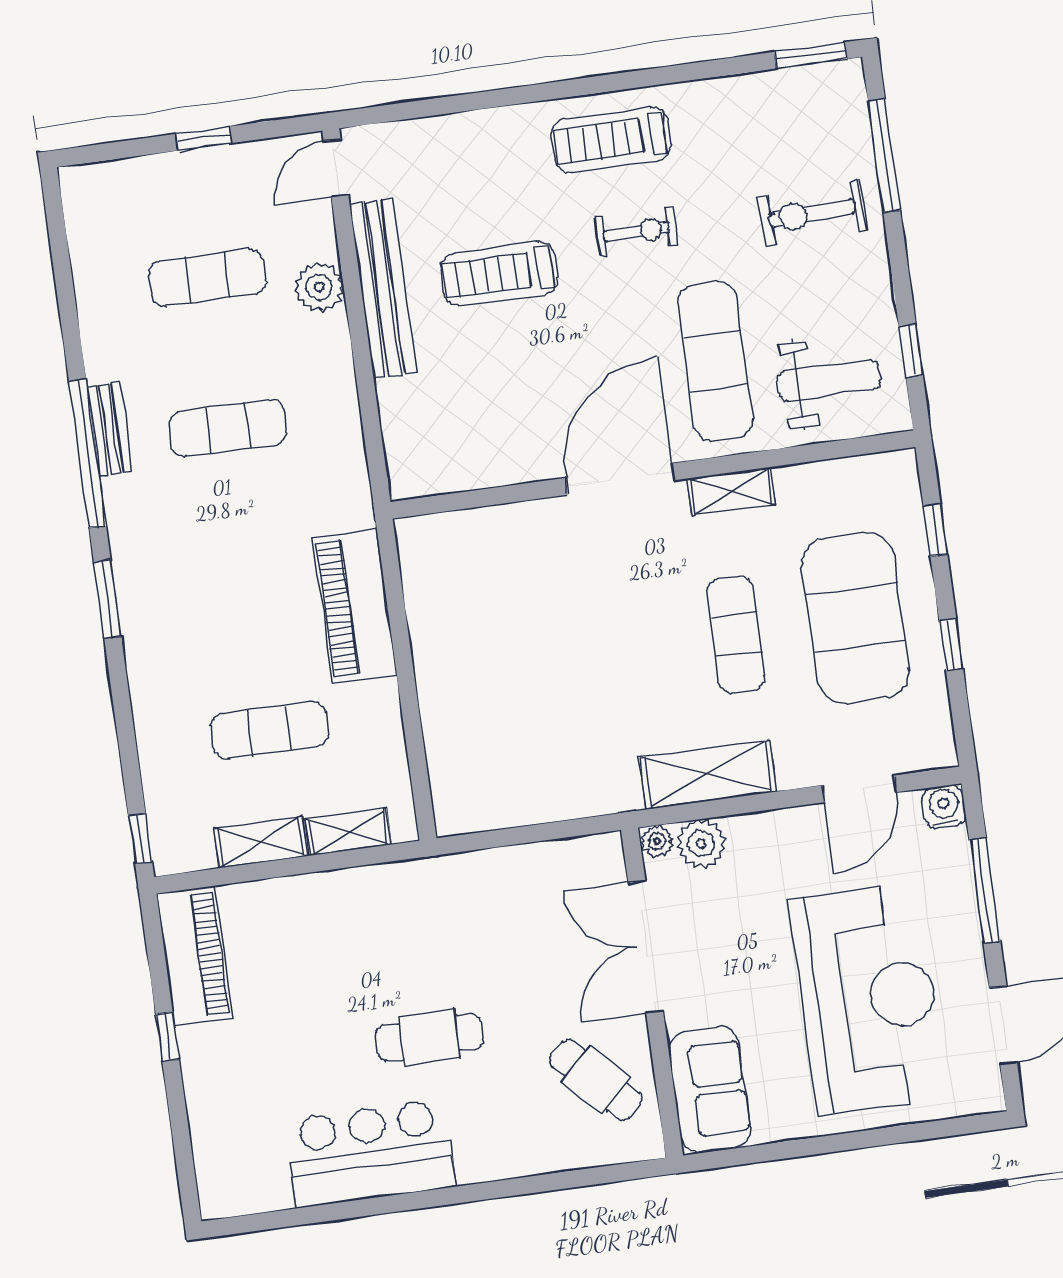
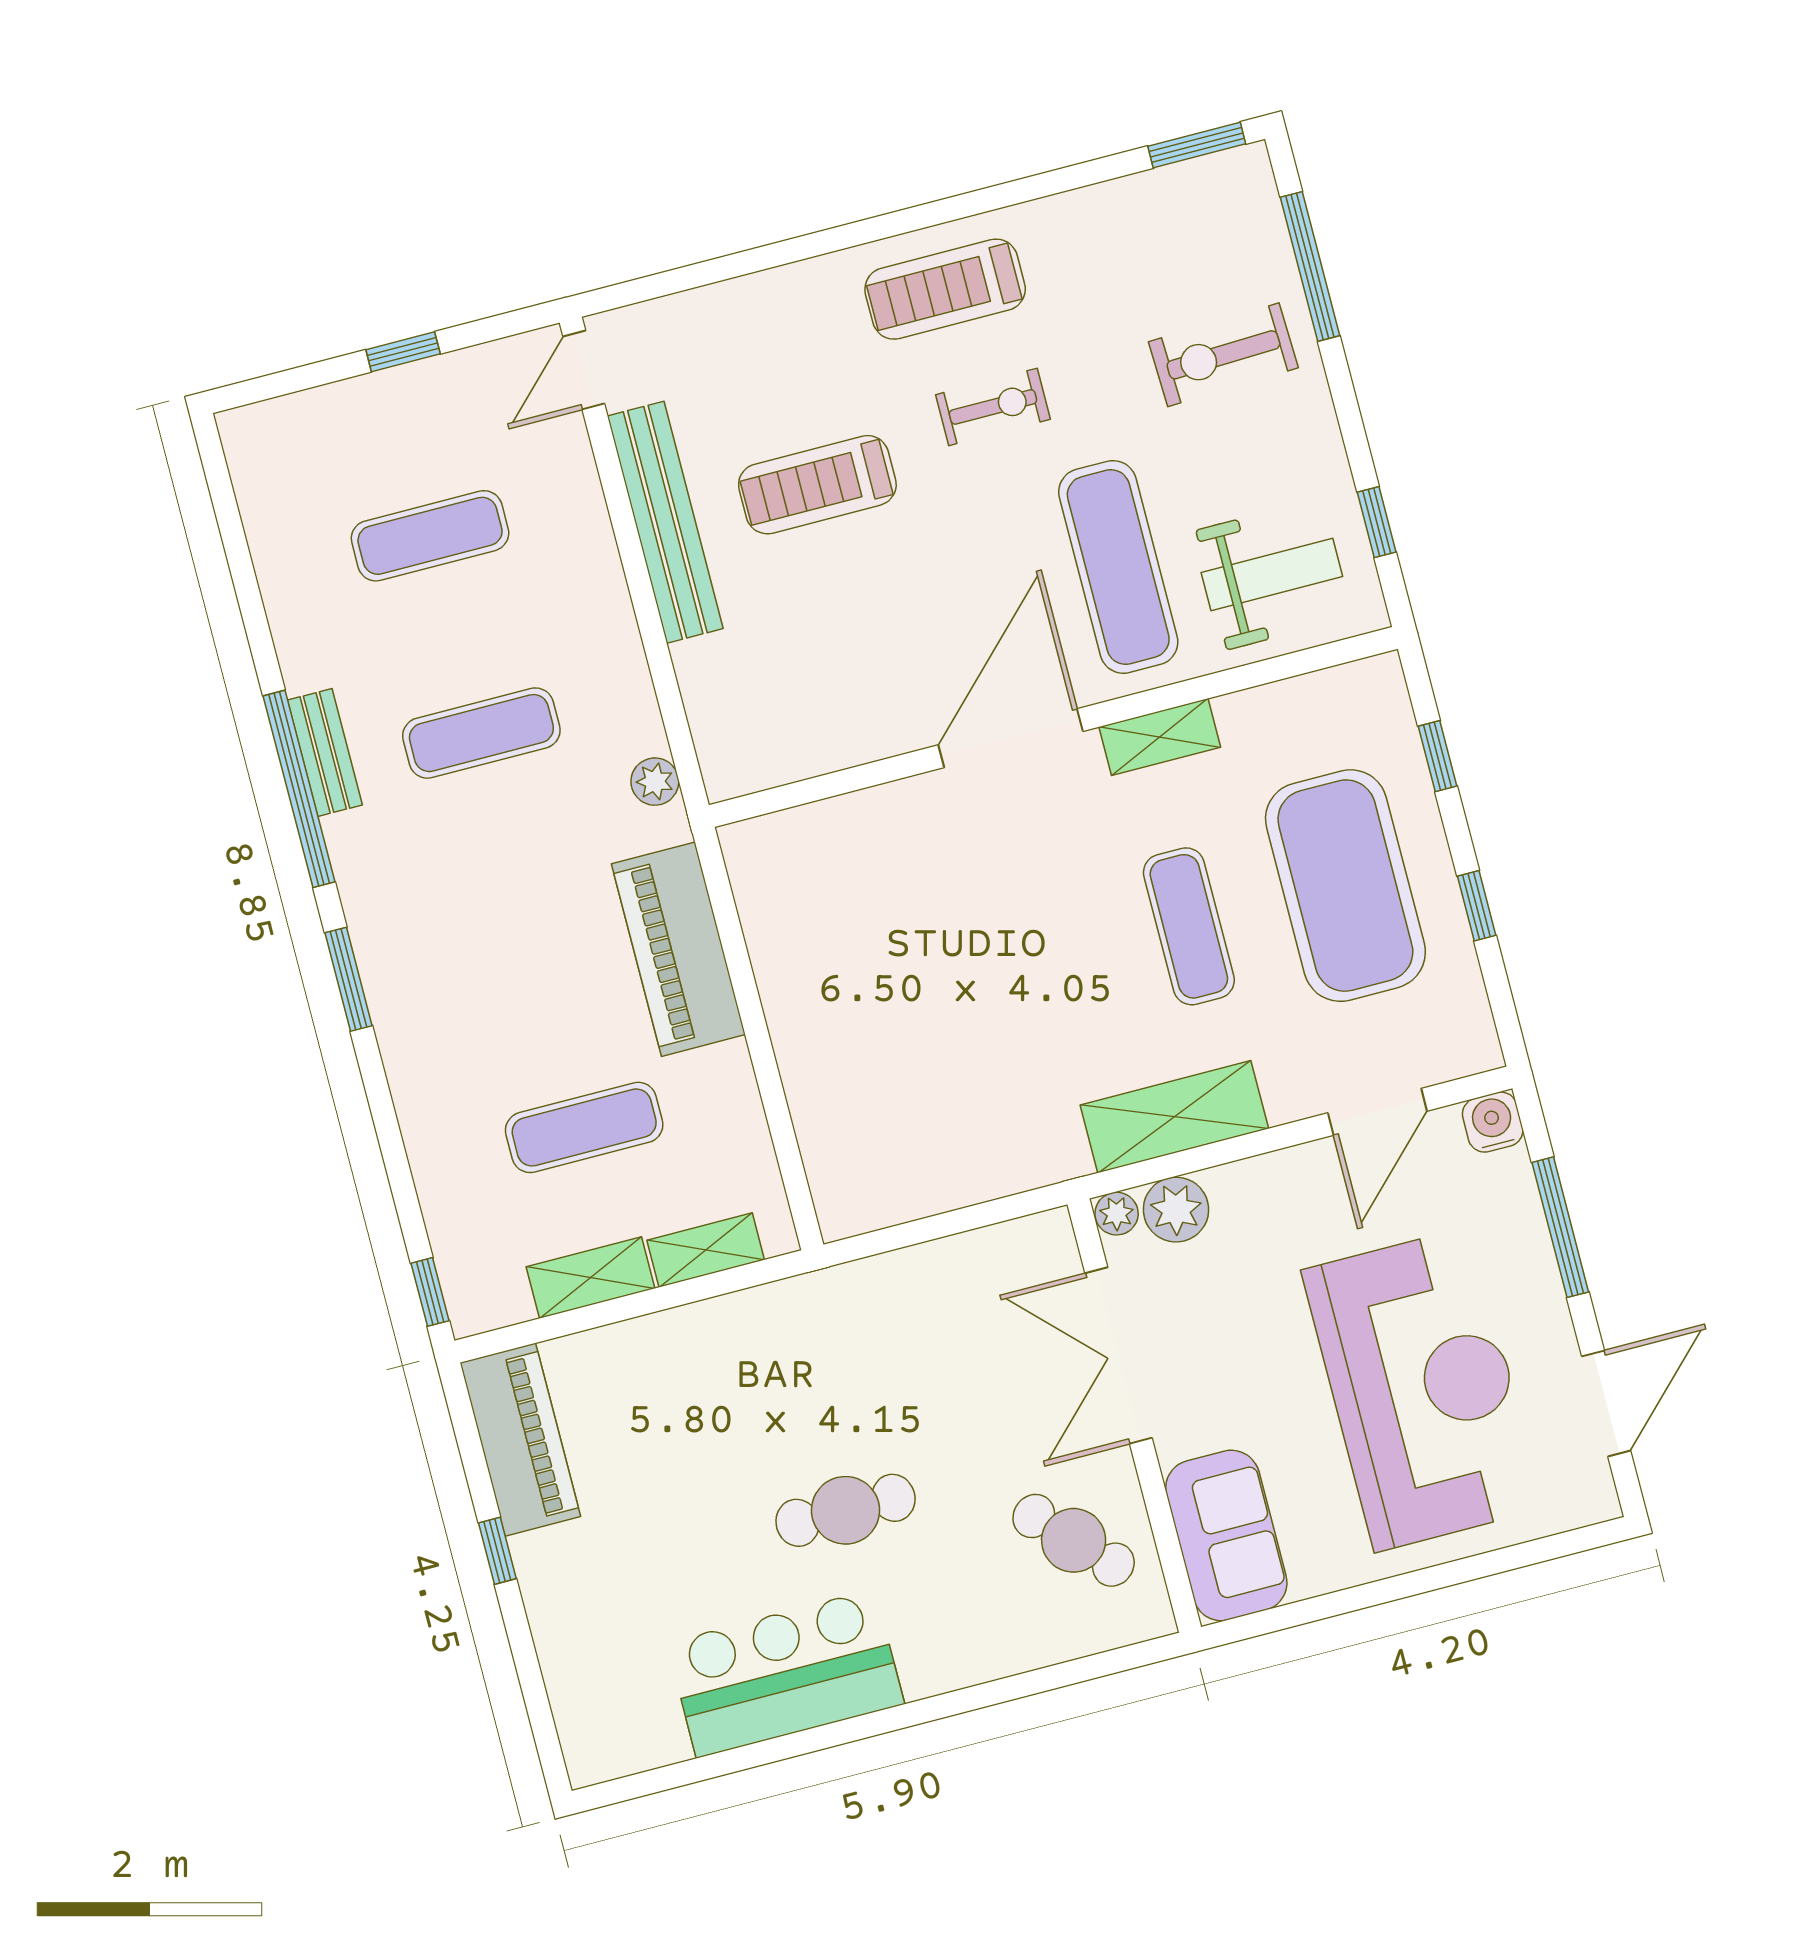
plant: (319, 287) -> (655, 782), moved, width x0.73, depth x0.73

